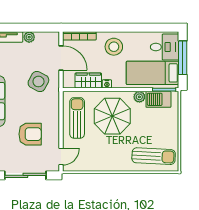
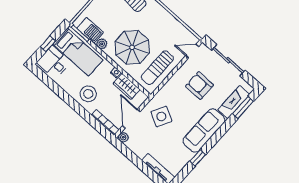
plant: (29, 37) -> (123, 137), moved
window: (183, 58) -> (48, 44), width x0.46

